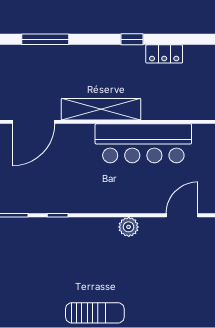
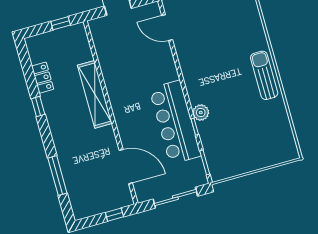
shelving: (101, 109) -> (95, 94), moved
bar counter: (143, 143) -> (175, 122), moved, turned 180
plant: (129, 227) -> (201, 113), moved

